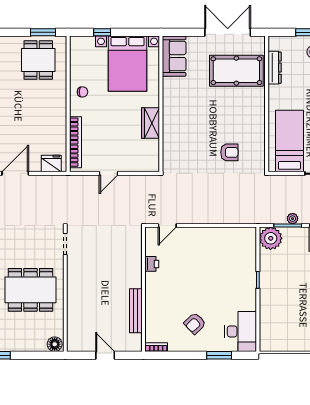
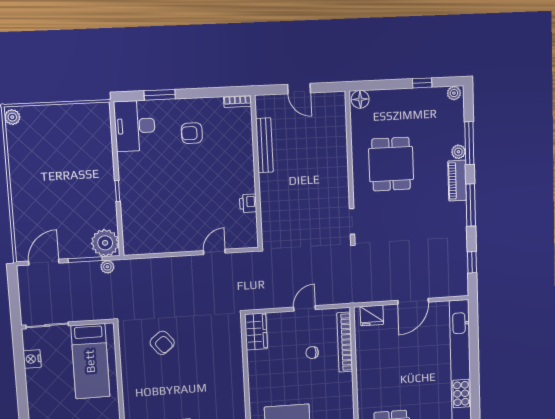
chair: (82, 92) -> (312, 353), moved
wardrobe: (151, 123) -> (256, 331), moved
armchair: (229, 152) -> (162, 343), turned -129
plant: (293, 219) -> (107, 267), moved
door: (167, 226) -> (214, 252), moved
dining table: (30, 290) -> (391, 164), width x0.73
armchair: (195, 323) -> (192, 133), turned -136

